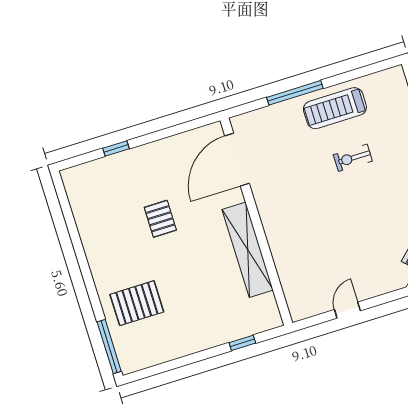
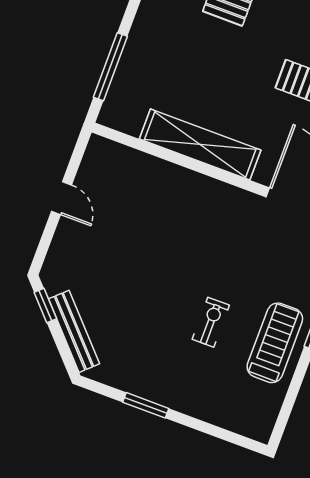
window: (242, 343) -> (110, 67), width x2.17

